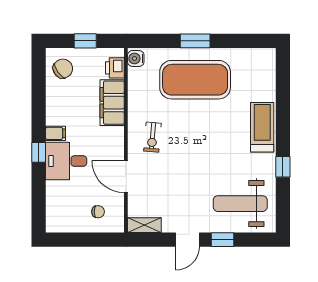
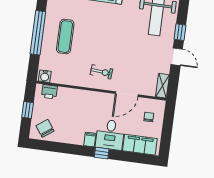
window: (195, 41) -> (38, 33), width x2.11
exercise mat: (195, 80) -> (65, 37), width x0.50, depth x0.69
filing cabinet: (112, 103) -> (140, 145), moved, turned 180

